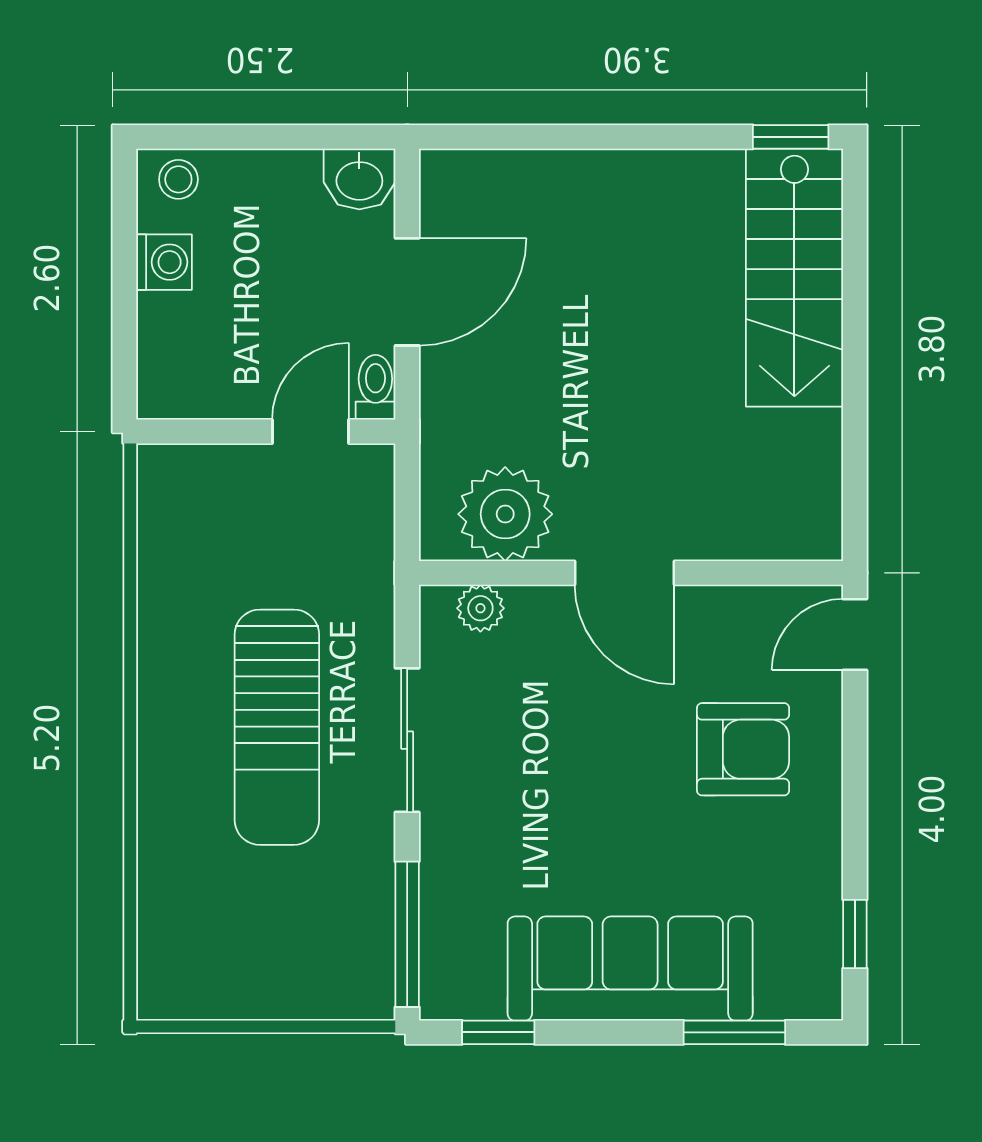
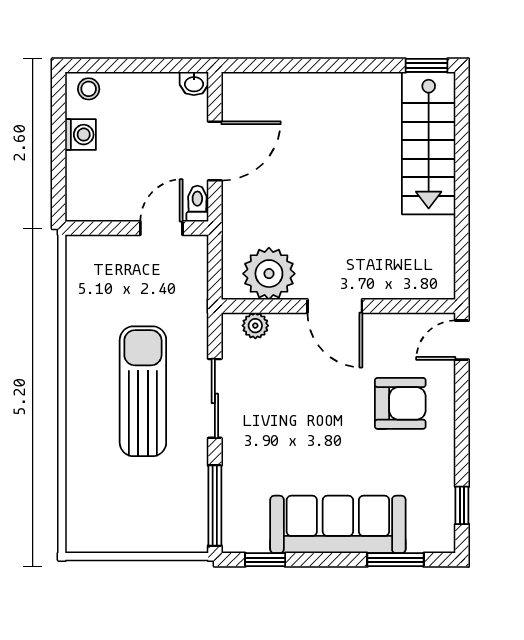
washbasin: (359, 179) -> (194, 84), width x0.72, depth x0.69
sun lounger: (277, 727) -> (143, 391), turned 180

